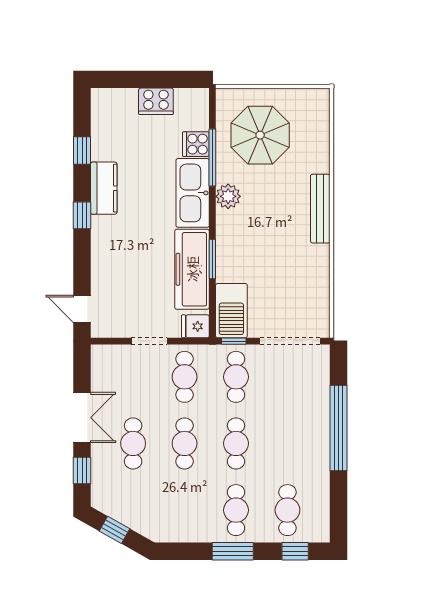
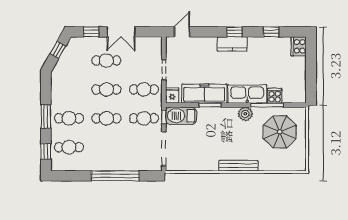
cooker: (156, 101) -> (299, 46), moved
kitchen counter: (104, 188) -> (232, 44), moved

